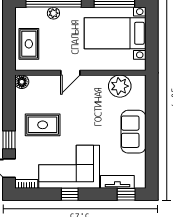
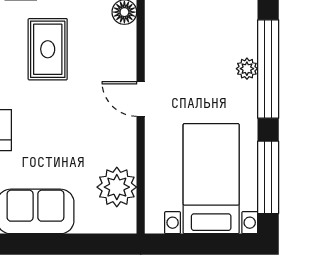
rug: (29, 44) -> (192, 25), removed

